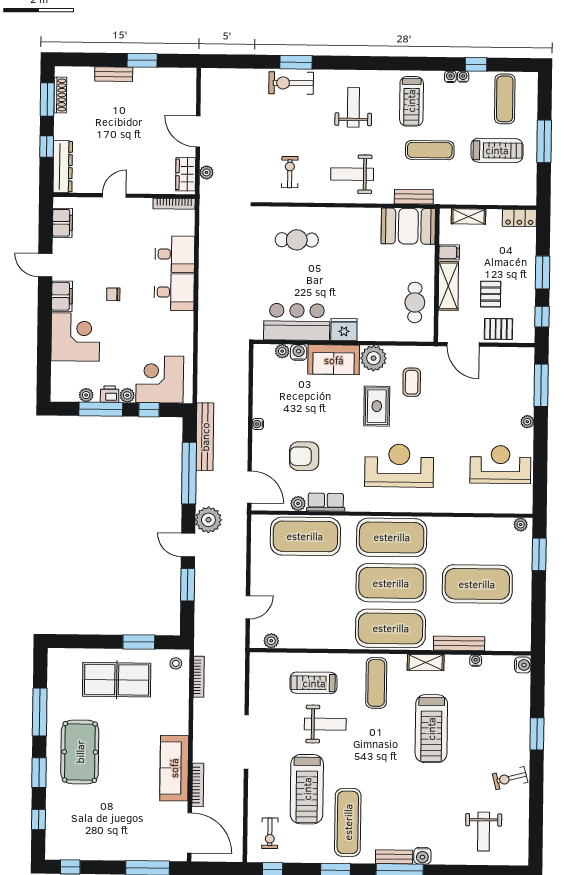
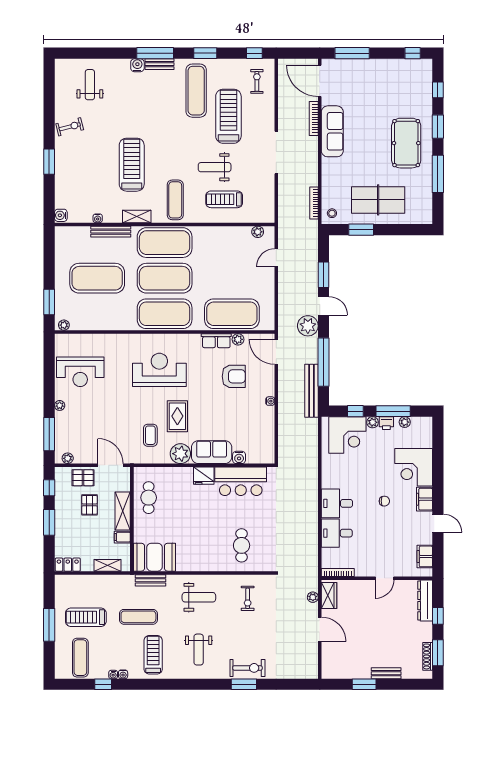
cafe table: (297, 240) -> (242, 545), turned 90
plant: (282, 351) -> (68, 458), moved
reception desk: (399, 466) -> (159, 370), turned 180
treadmill: (314, 683) -> (224, 199), turned 180

